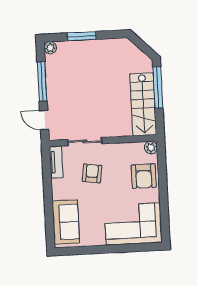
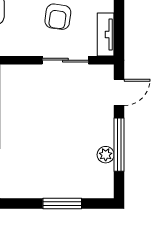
plant: (50, 48) -> (106, 155), moved
door: (44, 120) -> (119, 92), hinge flipped

